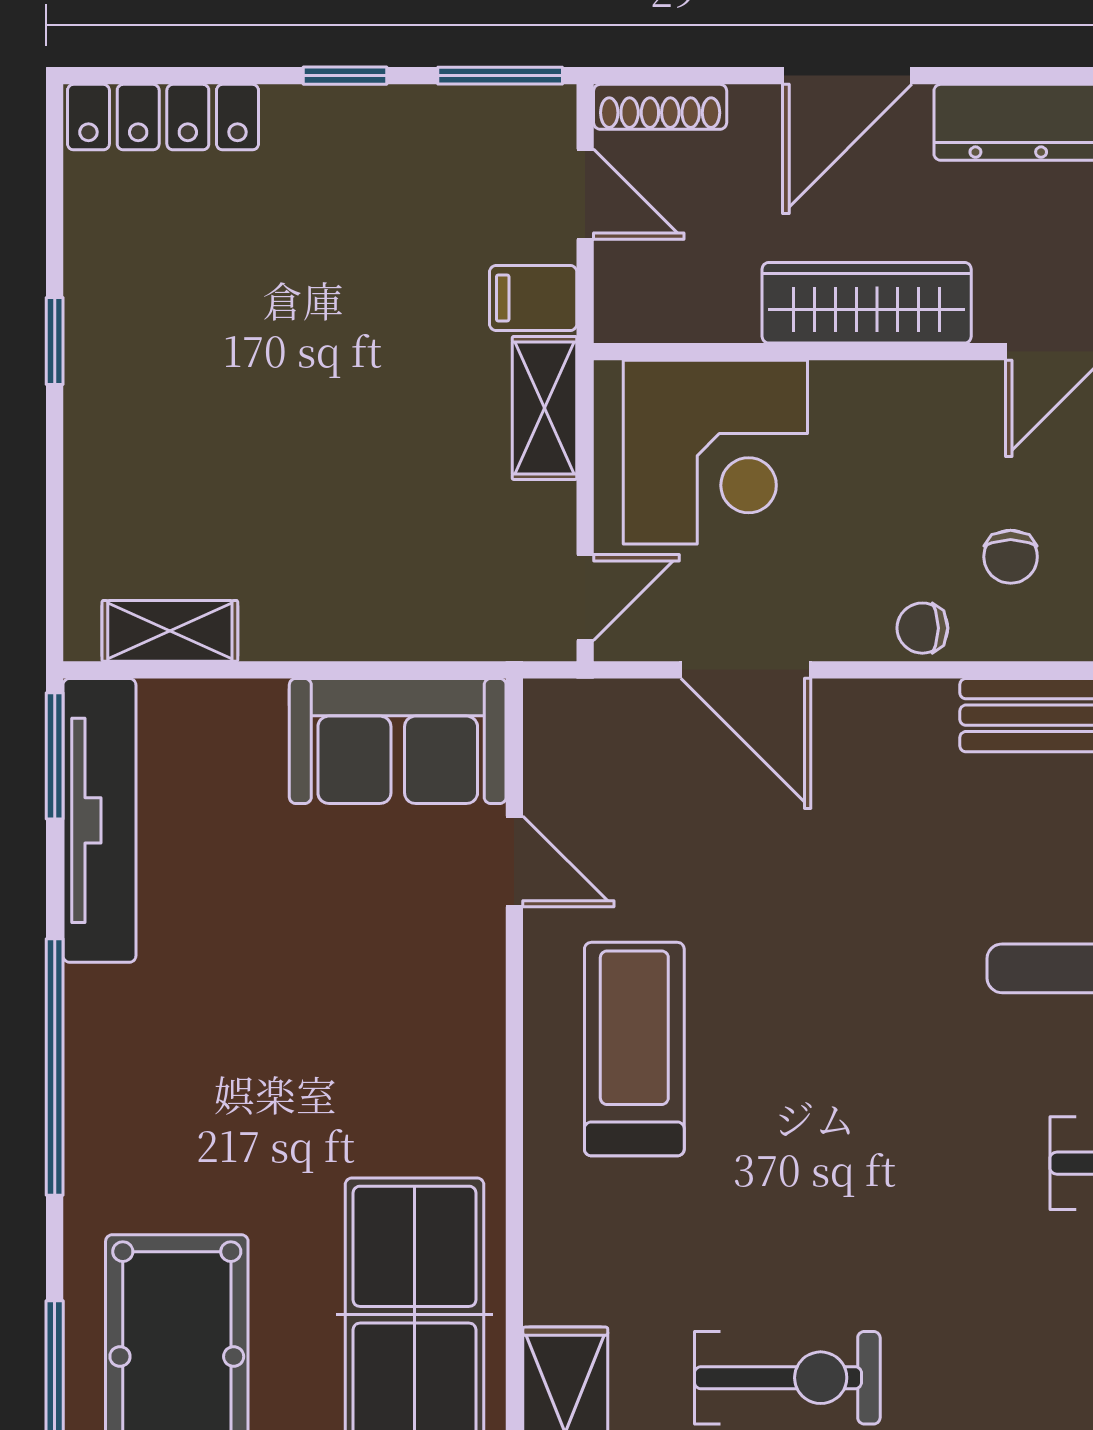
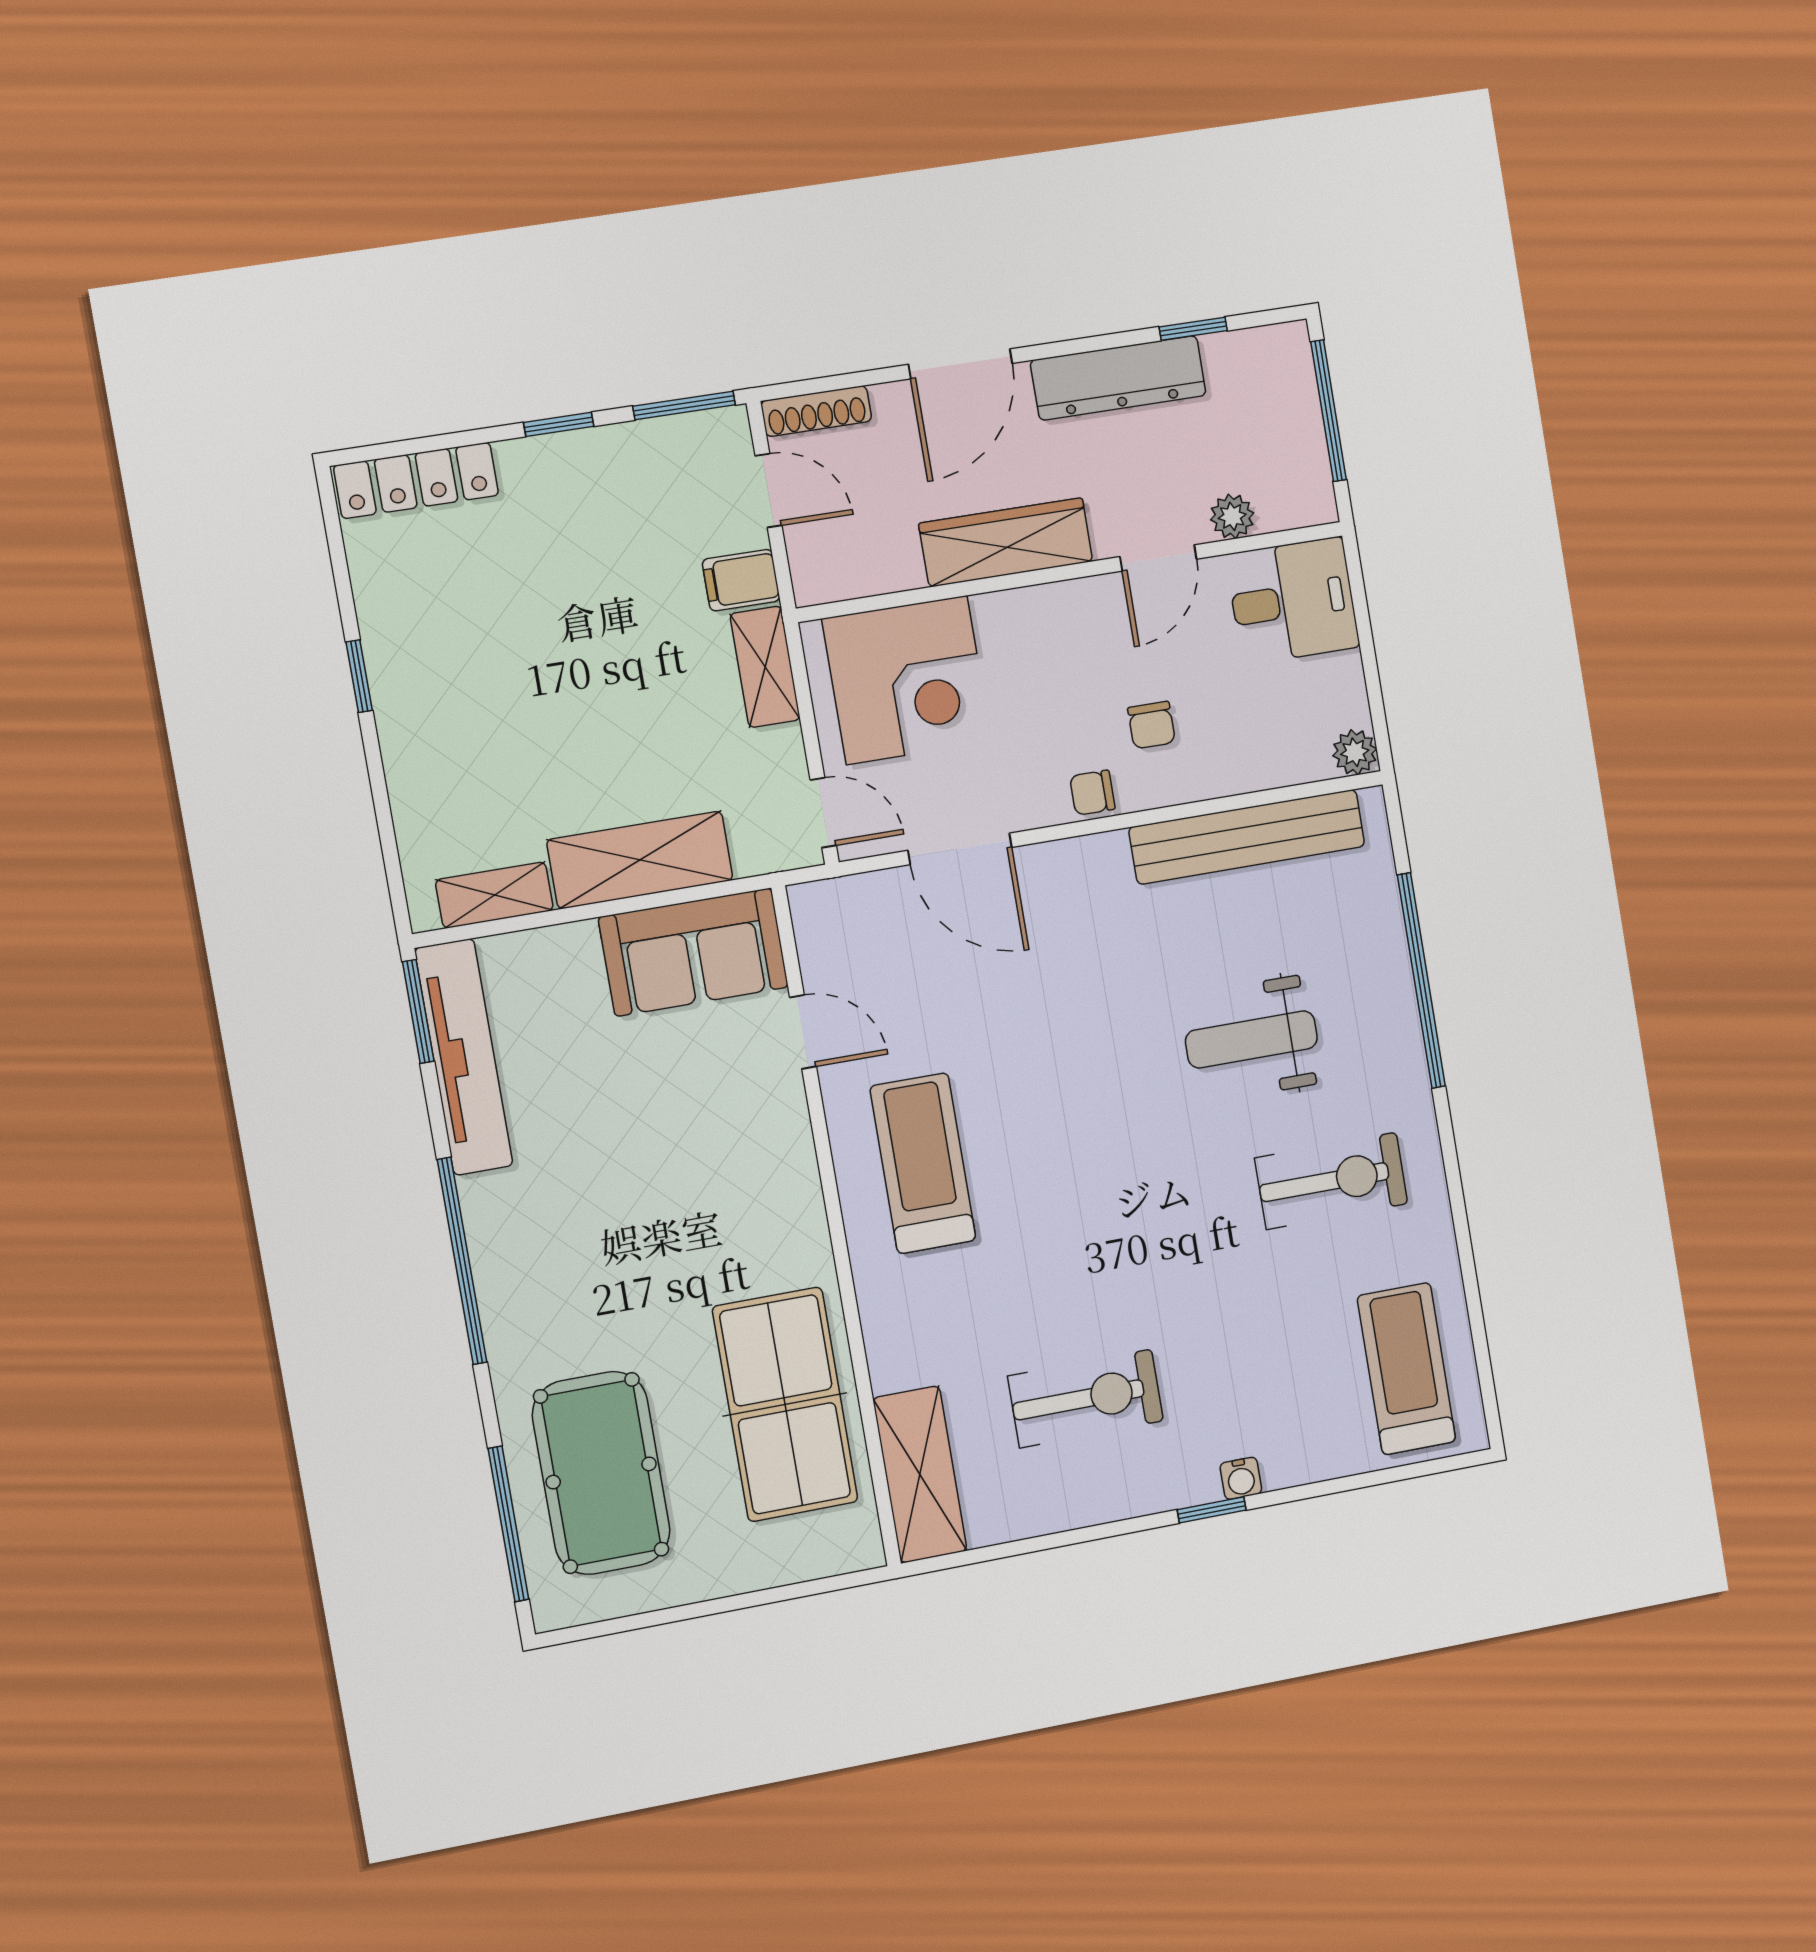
door: (585, 597) -> (823, 813), hinge flipped
shelving: (352, 618) -> (640, 860), added

